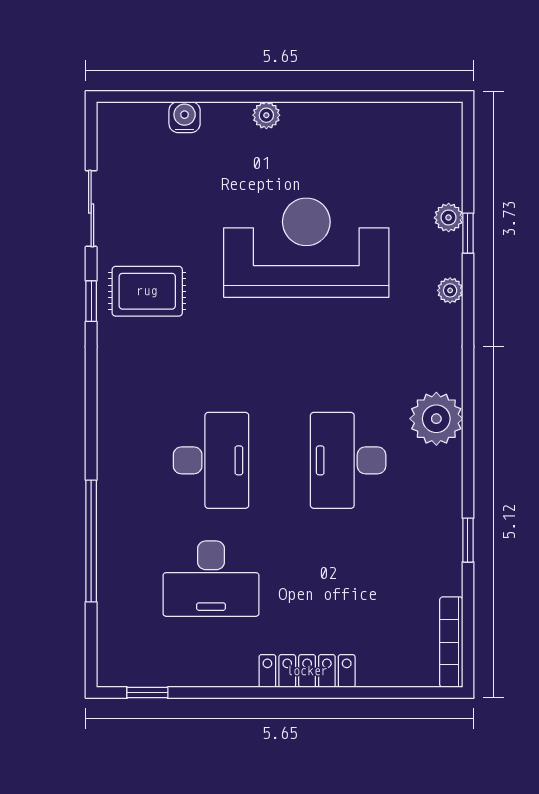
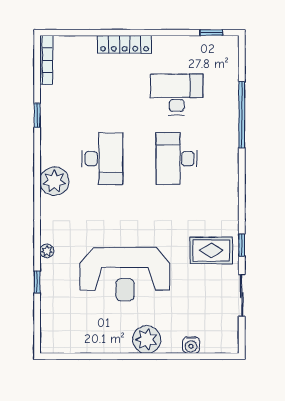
plant: (266, 115) -> (147, 340), width x1.88, depth x1.88
plant: (449, 218) -> (48, 290), removed

